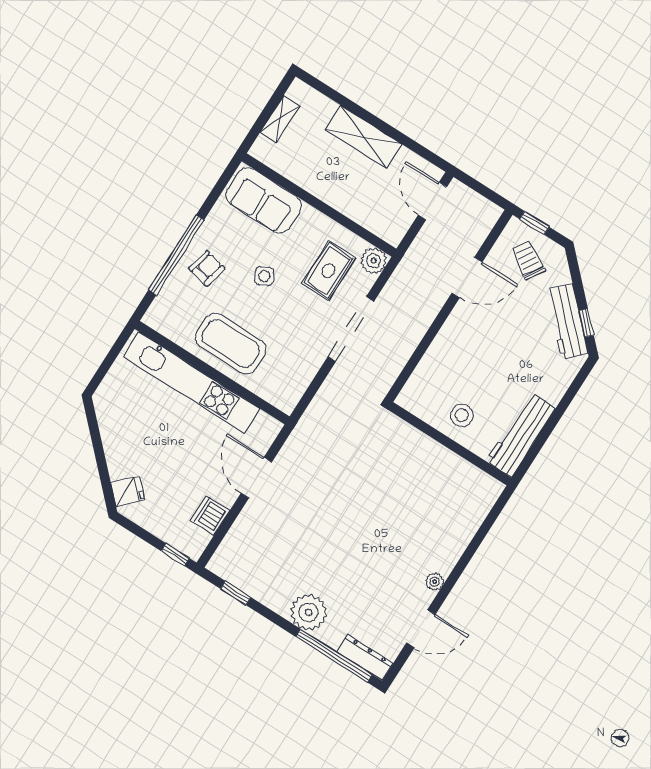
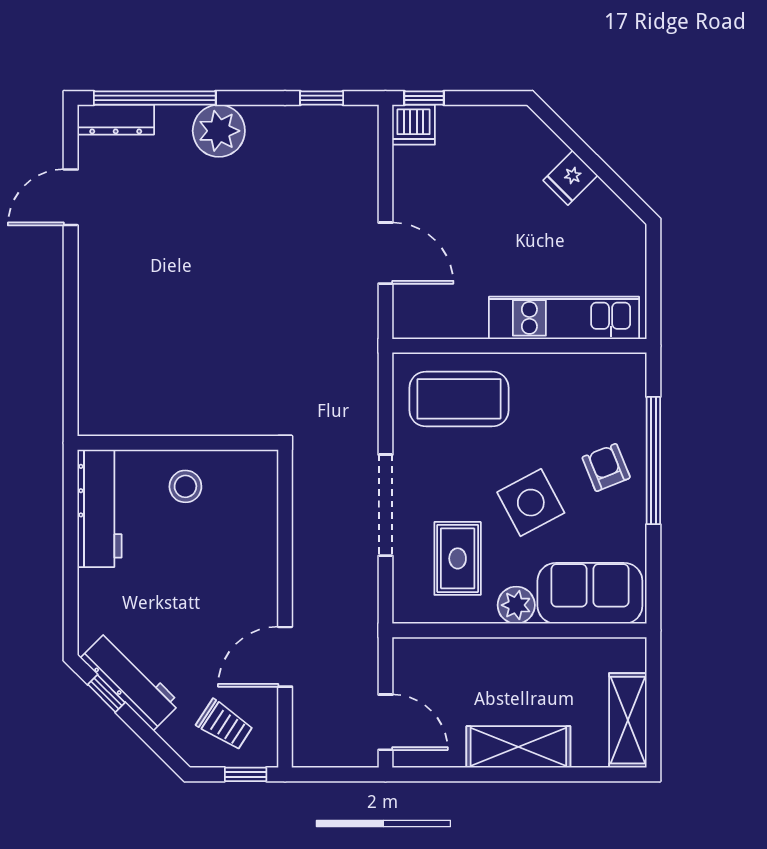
shelving: (280, 119) -> (628, 720), width x1.50, depth x1.33
plant: (374, 261) -> (516, 605), moved
armchair: (207, 268) -> (606, 467), turned 146
side table: (264, 276) -> (531, 503), width x1.87, depth x1.87
coffee table: (231, 344) -> (459, 399), moved
kitchen unit: (192, 383) -> (564, 318), width x0.73
fridge: (128, 491) -> (570, 178), moved
dishwasher: (210, 515) -> (414, 125), moved, turned 90
plant: (435, 582) -> (90, 265), removed

